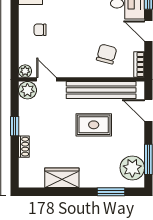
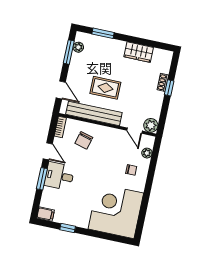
plant: (25, 71) -> (147, 153), moved
window: (15, 126) -> (169, 88), moved
plant: (132, 168) -> (78, 47), width x0.53, depth x0.53

